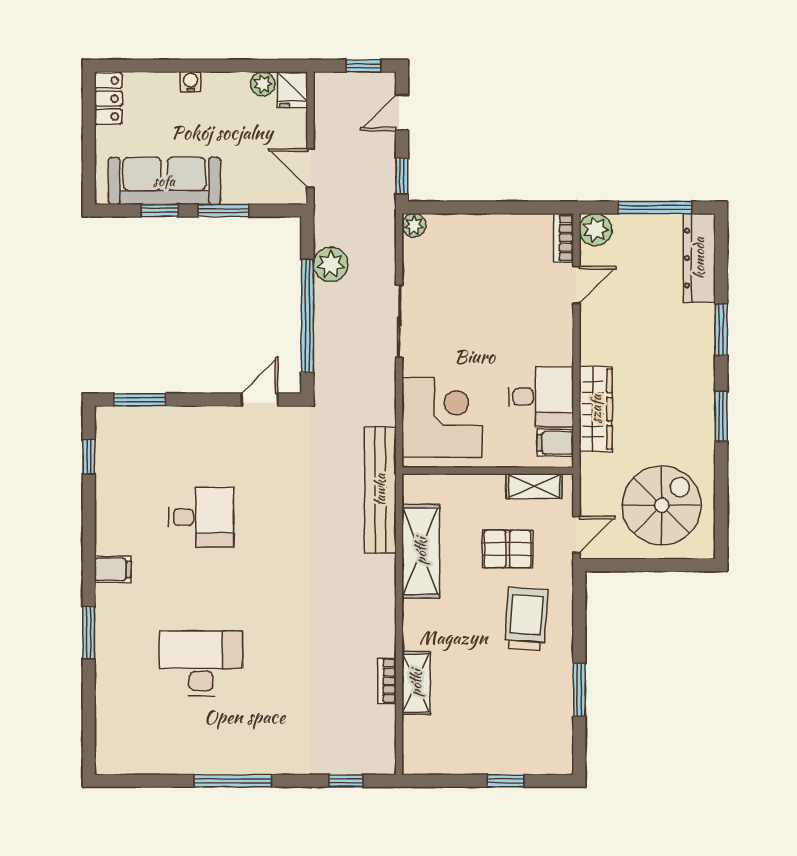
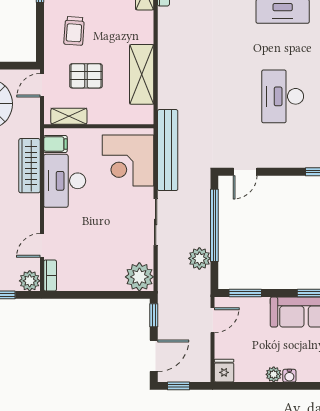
plant: (263, 84) -> (274, 374), moved
door: (402, 112) -> (154, 356), width x1.37
door: (310, 168) -> (213, 320), hinge flipped
window: (223, 211) -> (245, 293), moved
plant: (414, 225) -> (139, 277), width x1.88, depth x1.88
desk: (541, 397) -> (65, 181), width x1.37
bench: (380, 490) -> (168, 150), moved
desk: (201, 517) -> (283, 96), width x1.37
trolley: (526, 619) -> (74, 31), width x0.73, depth x0.72

